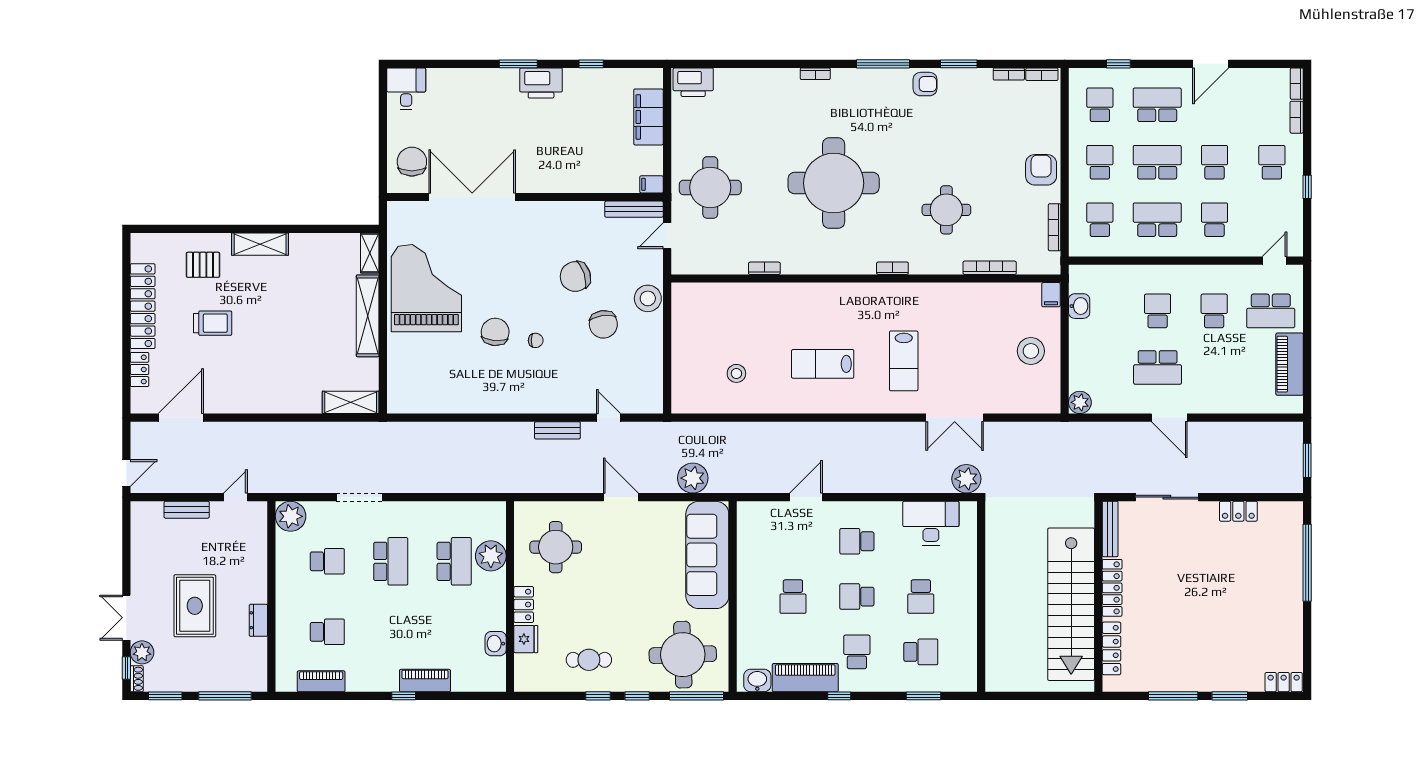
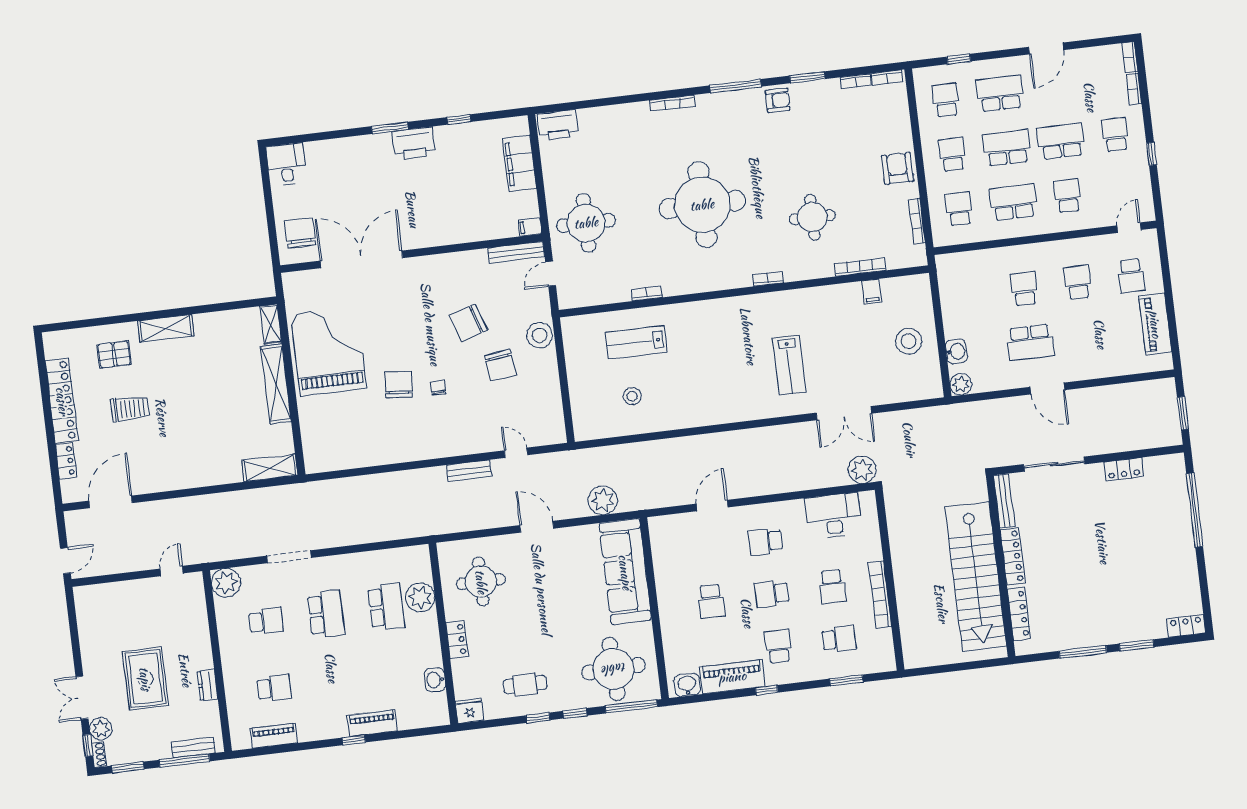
bookcase: (815, 74) -> (672, 103), width x1.56
school desk: (1215, 162) -> (1061, 141), width x1.85
filing cabinet: (1051, 295) -> (872, 292), moved
washbasin: (1079, 306) -> (956, 351), moved
school desk: (1271, 311) -> (1131, 276), width x0.54
chair: (536, 340) -> (438, 388), turned -90
lab bench: (823, 364) -> (636, 342), moved
bench: (187, 510) -> (193, 747), moved
bookcase: (969, 611) -> (880, 595), added
fridge: (526, 639) -> (470, 711), moved, turned -90

